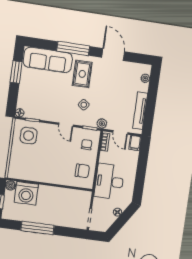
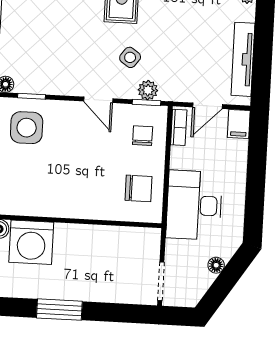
plant: (102, 124) -> (148, 90), moved
door: (120, 132) -> (208, 106), hinge flipped
window: (38, 228) -> (59, 310), width x0.69

